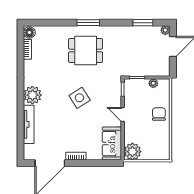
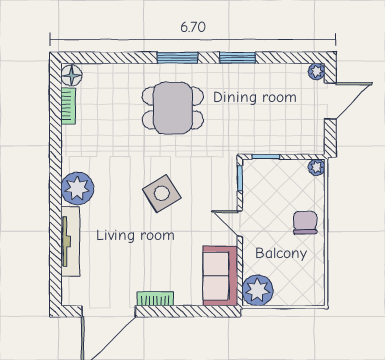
window: (143, 23) -> (238, 58), moved
plant: (153, 83) -> (317, 167), moved

